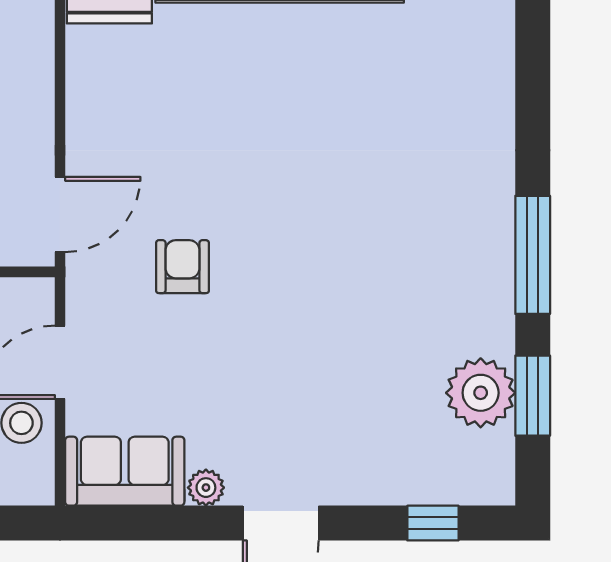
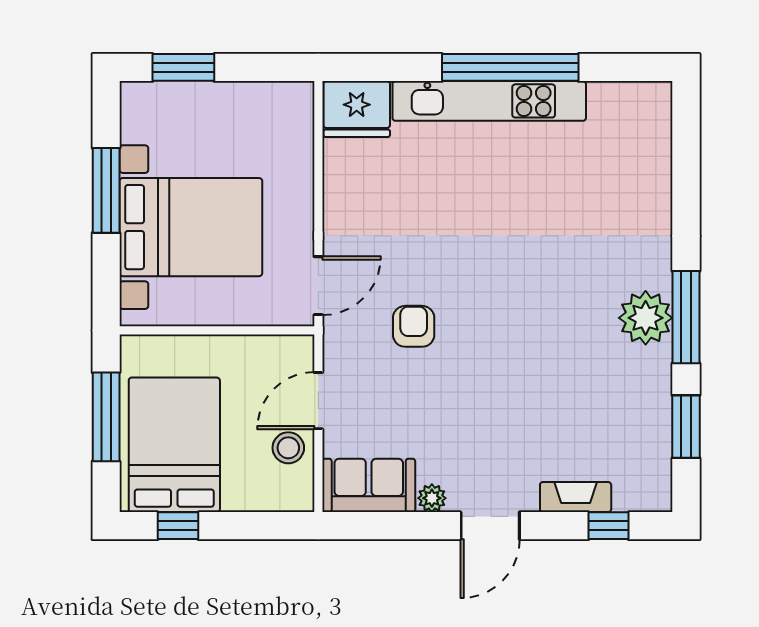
plant: (481, 393) -> (646, 318), moved
fireplace: (391, 486) -> (576, 497), added

